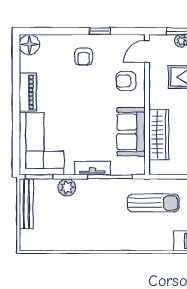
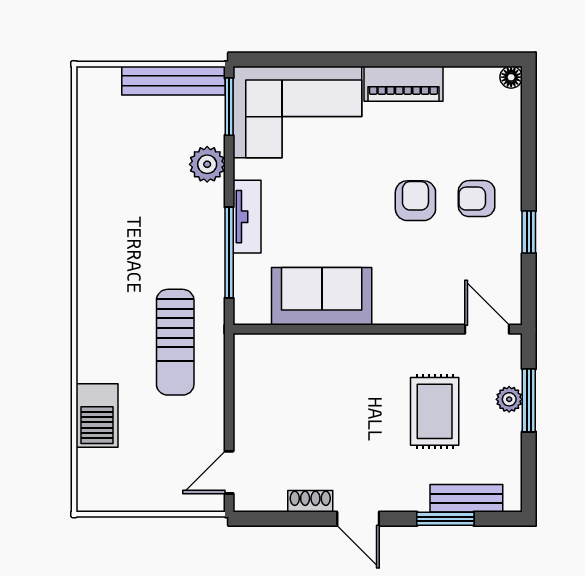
floor lamp: (29, 45) -> (511, 77), width x0.53, depth x0.53
armchair: (126, 81) -> (415, 201), moved
wardrobe: (159, 135) -> (316, 354), removed

